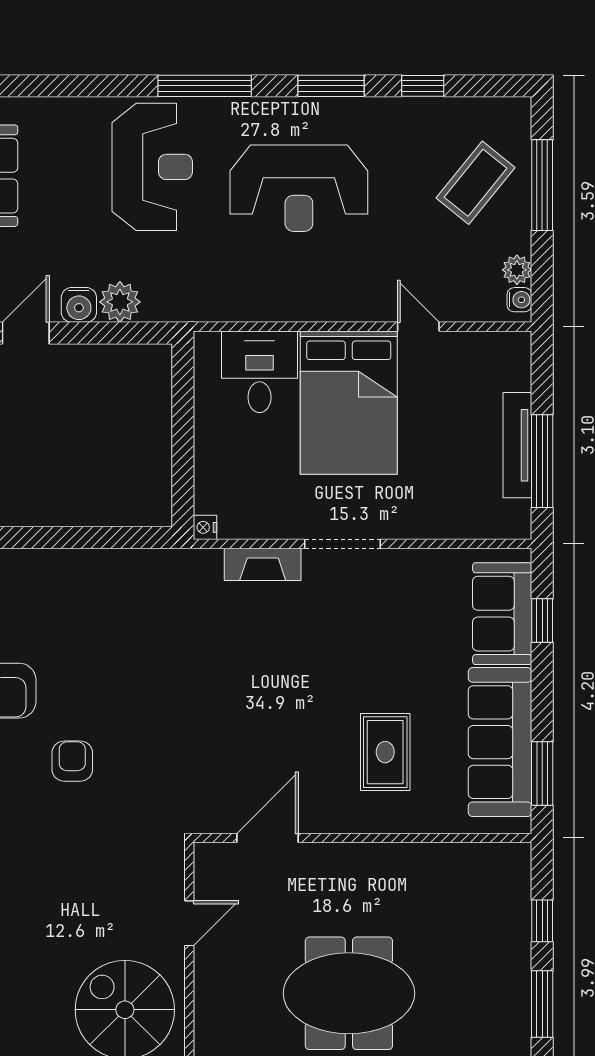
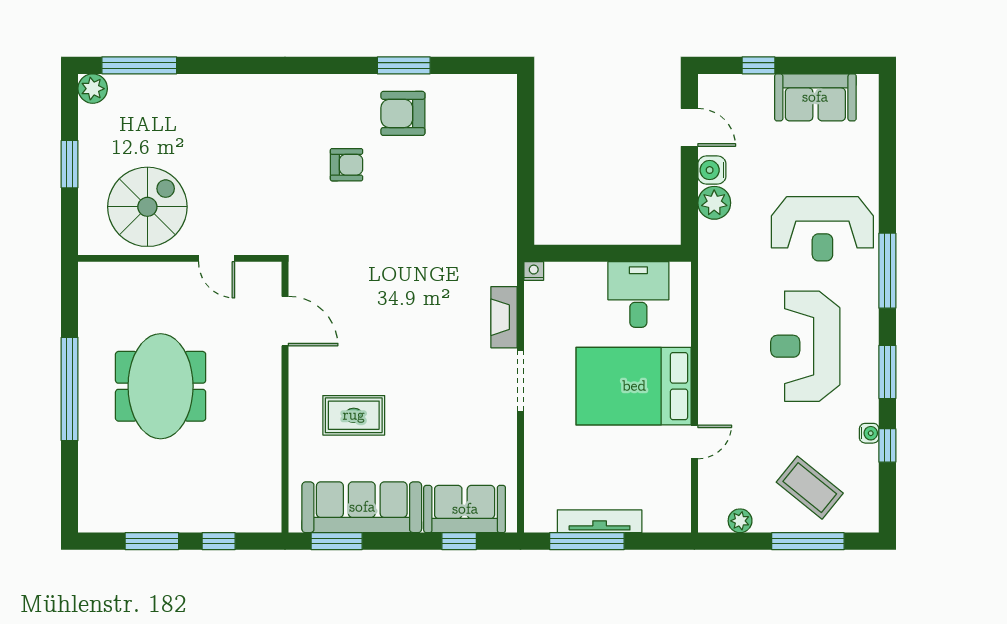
water cooler: (519, 300) -> (869, 433), moved, turned -90
desk: (260, 372) -> (638, 295), moved, turned -90

